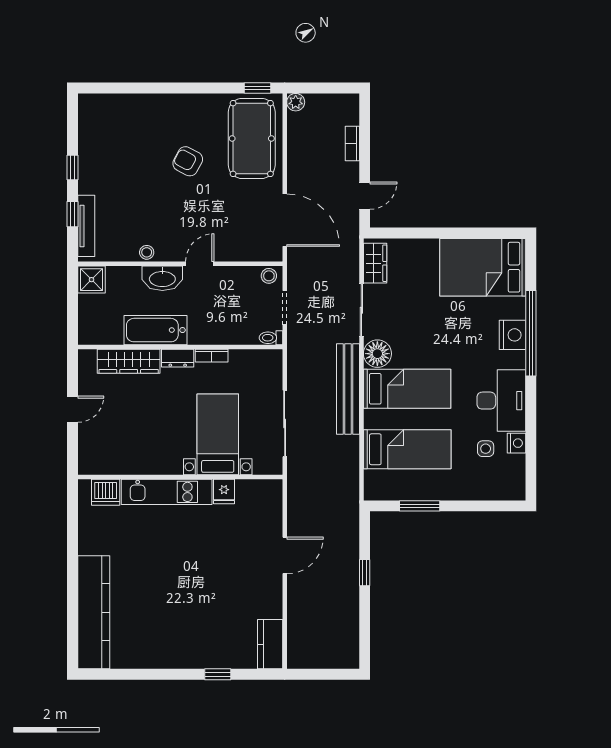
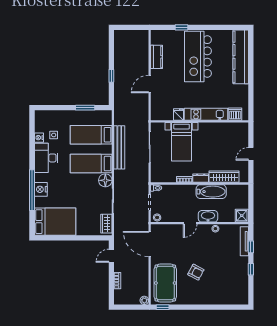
bench: (348, 389) -> (119, 147), moved
kitchen island: (183, 613) -> (198, 57), added
kitchen counter: (270, 644) -> (156, 57), moved

